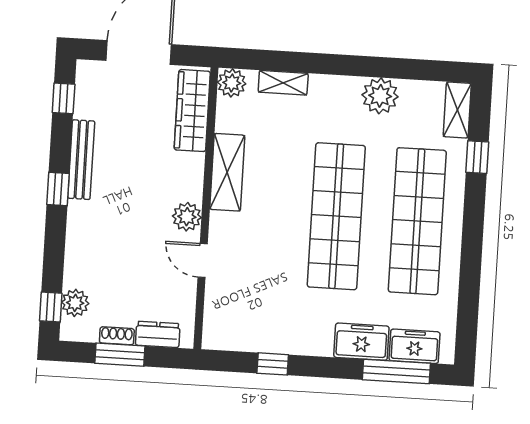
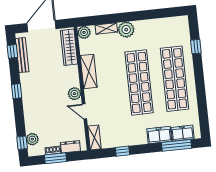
plant: (380, 96) -> (126, 30), moved
shelving: (457, 110) -> (94, 137), moved
bench: (81, 160) -> (22, 55), moved

